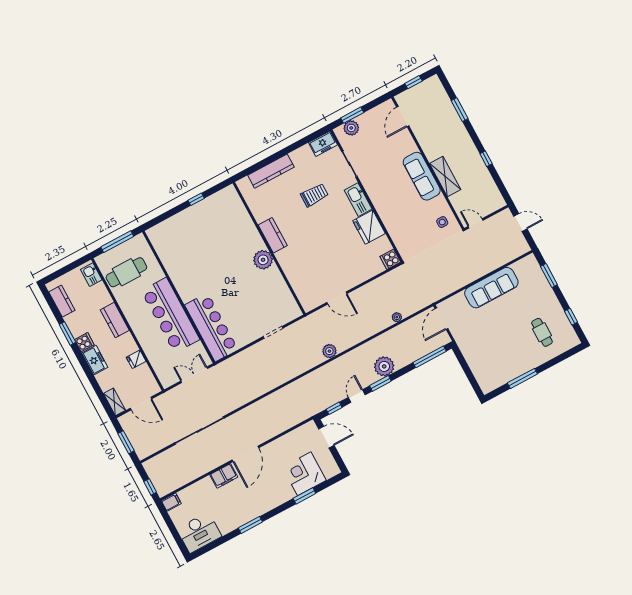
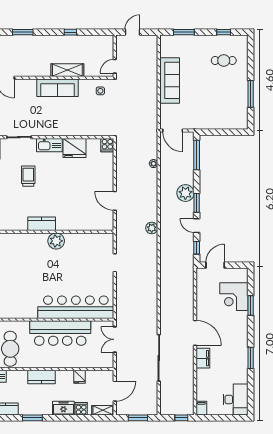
door: (337, 298) -> (115, 201), swing flipped
bar counter: (211, 327) -> (76, 307), width x1.36
cooker: (84, 342) -> (81, 409), moved

